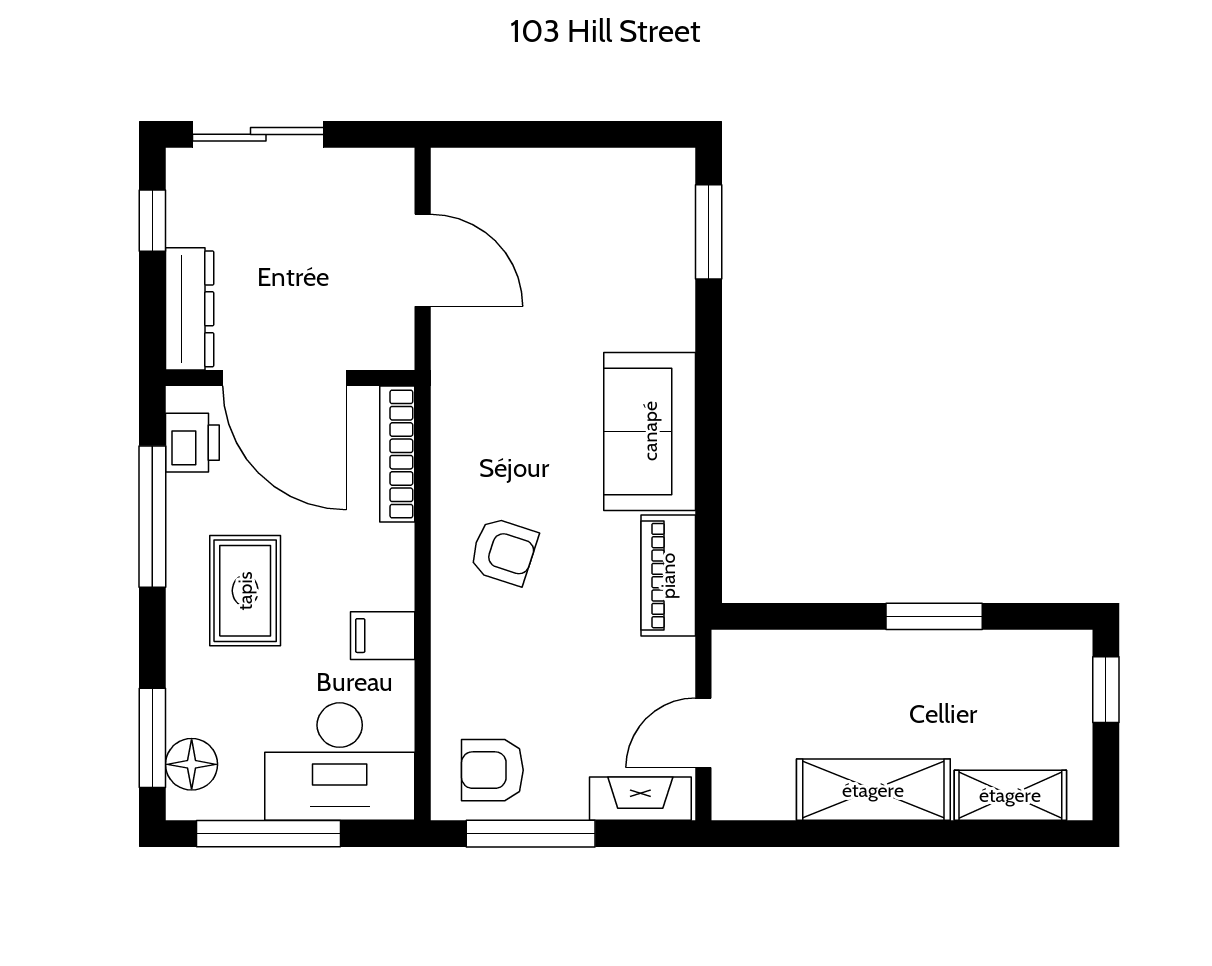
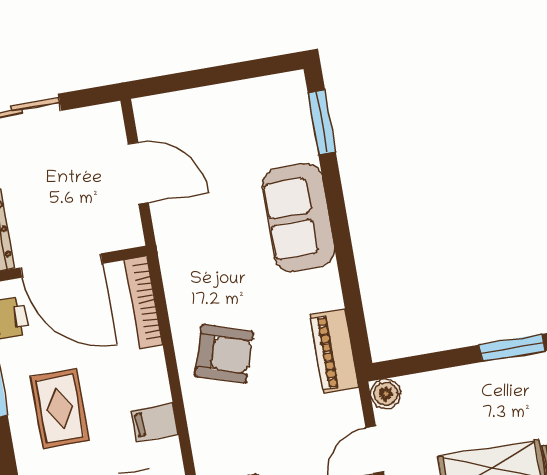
sofa: (650, 431) -> (298, 217), moved
armchair: (504, 551) -> (224, 354), width x1.38, depth x1.38
boiler: (734, 652) -> (386, 394), added

